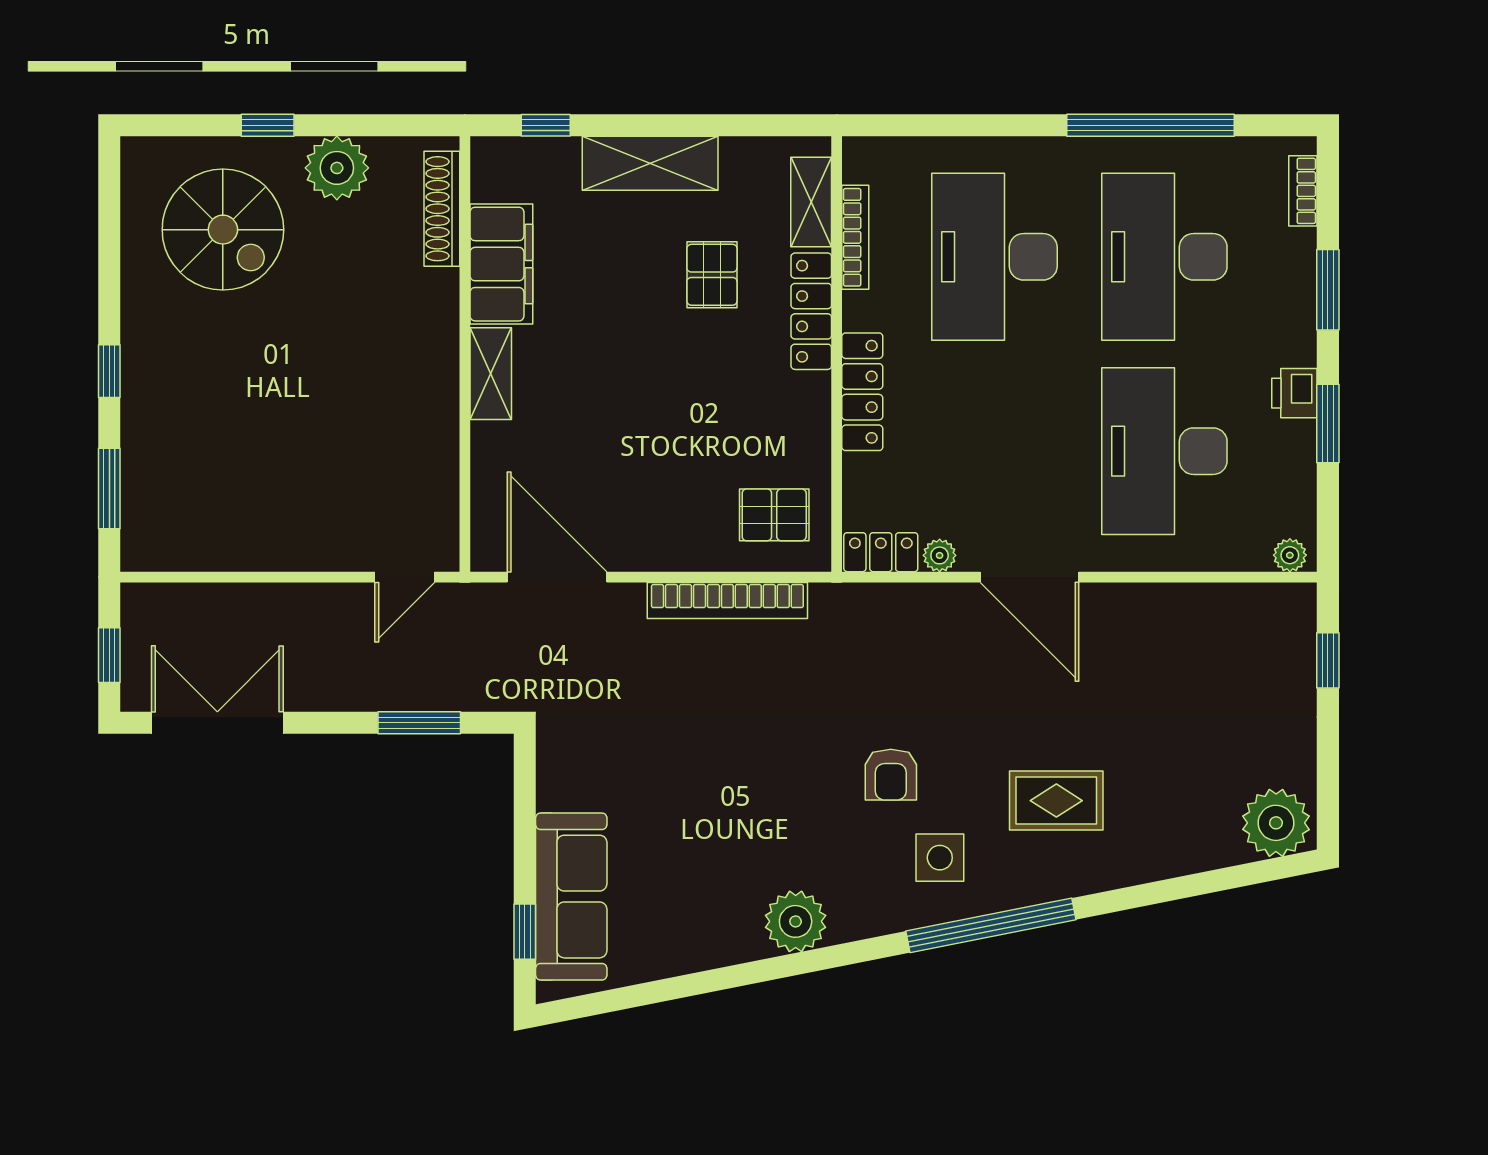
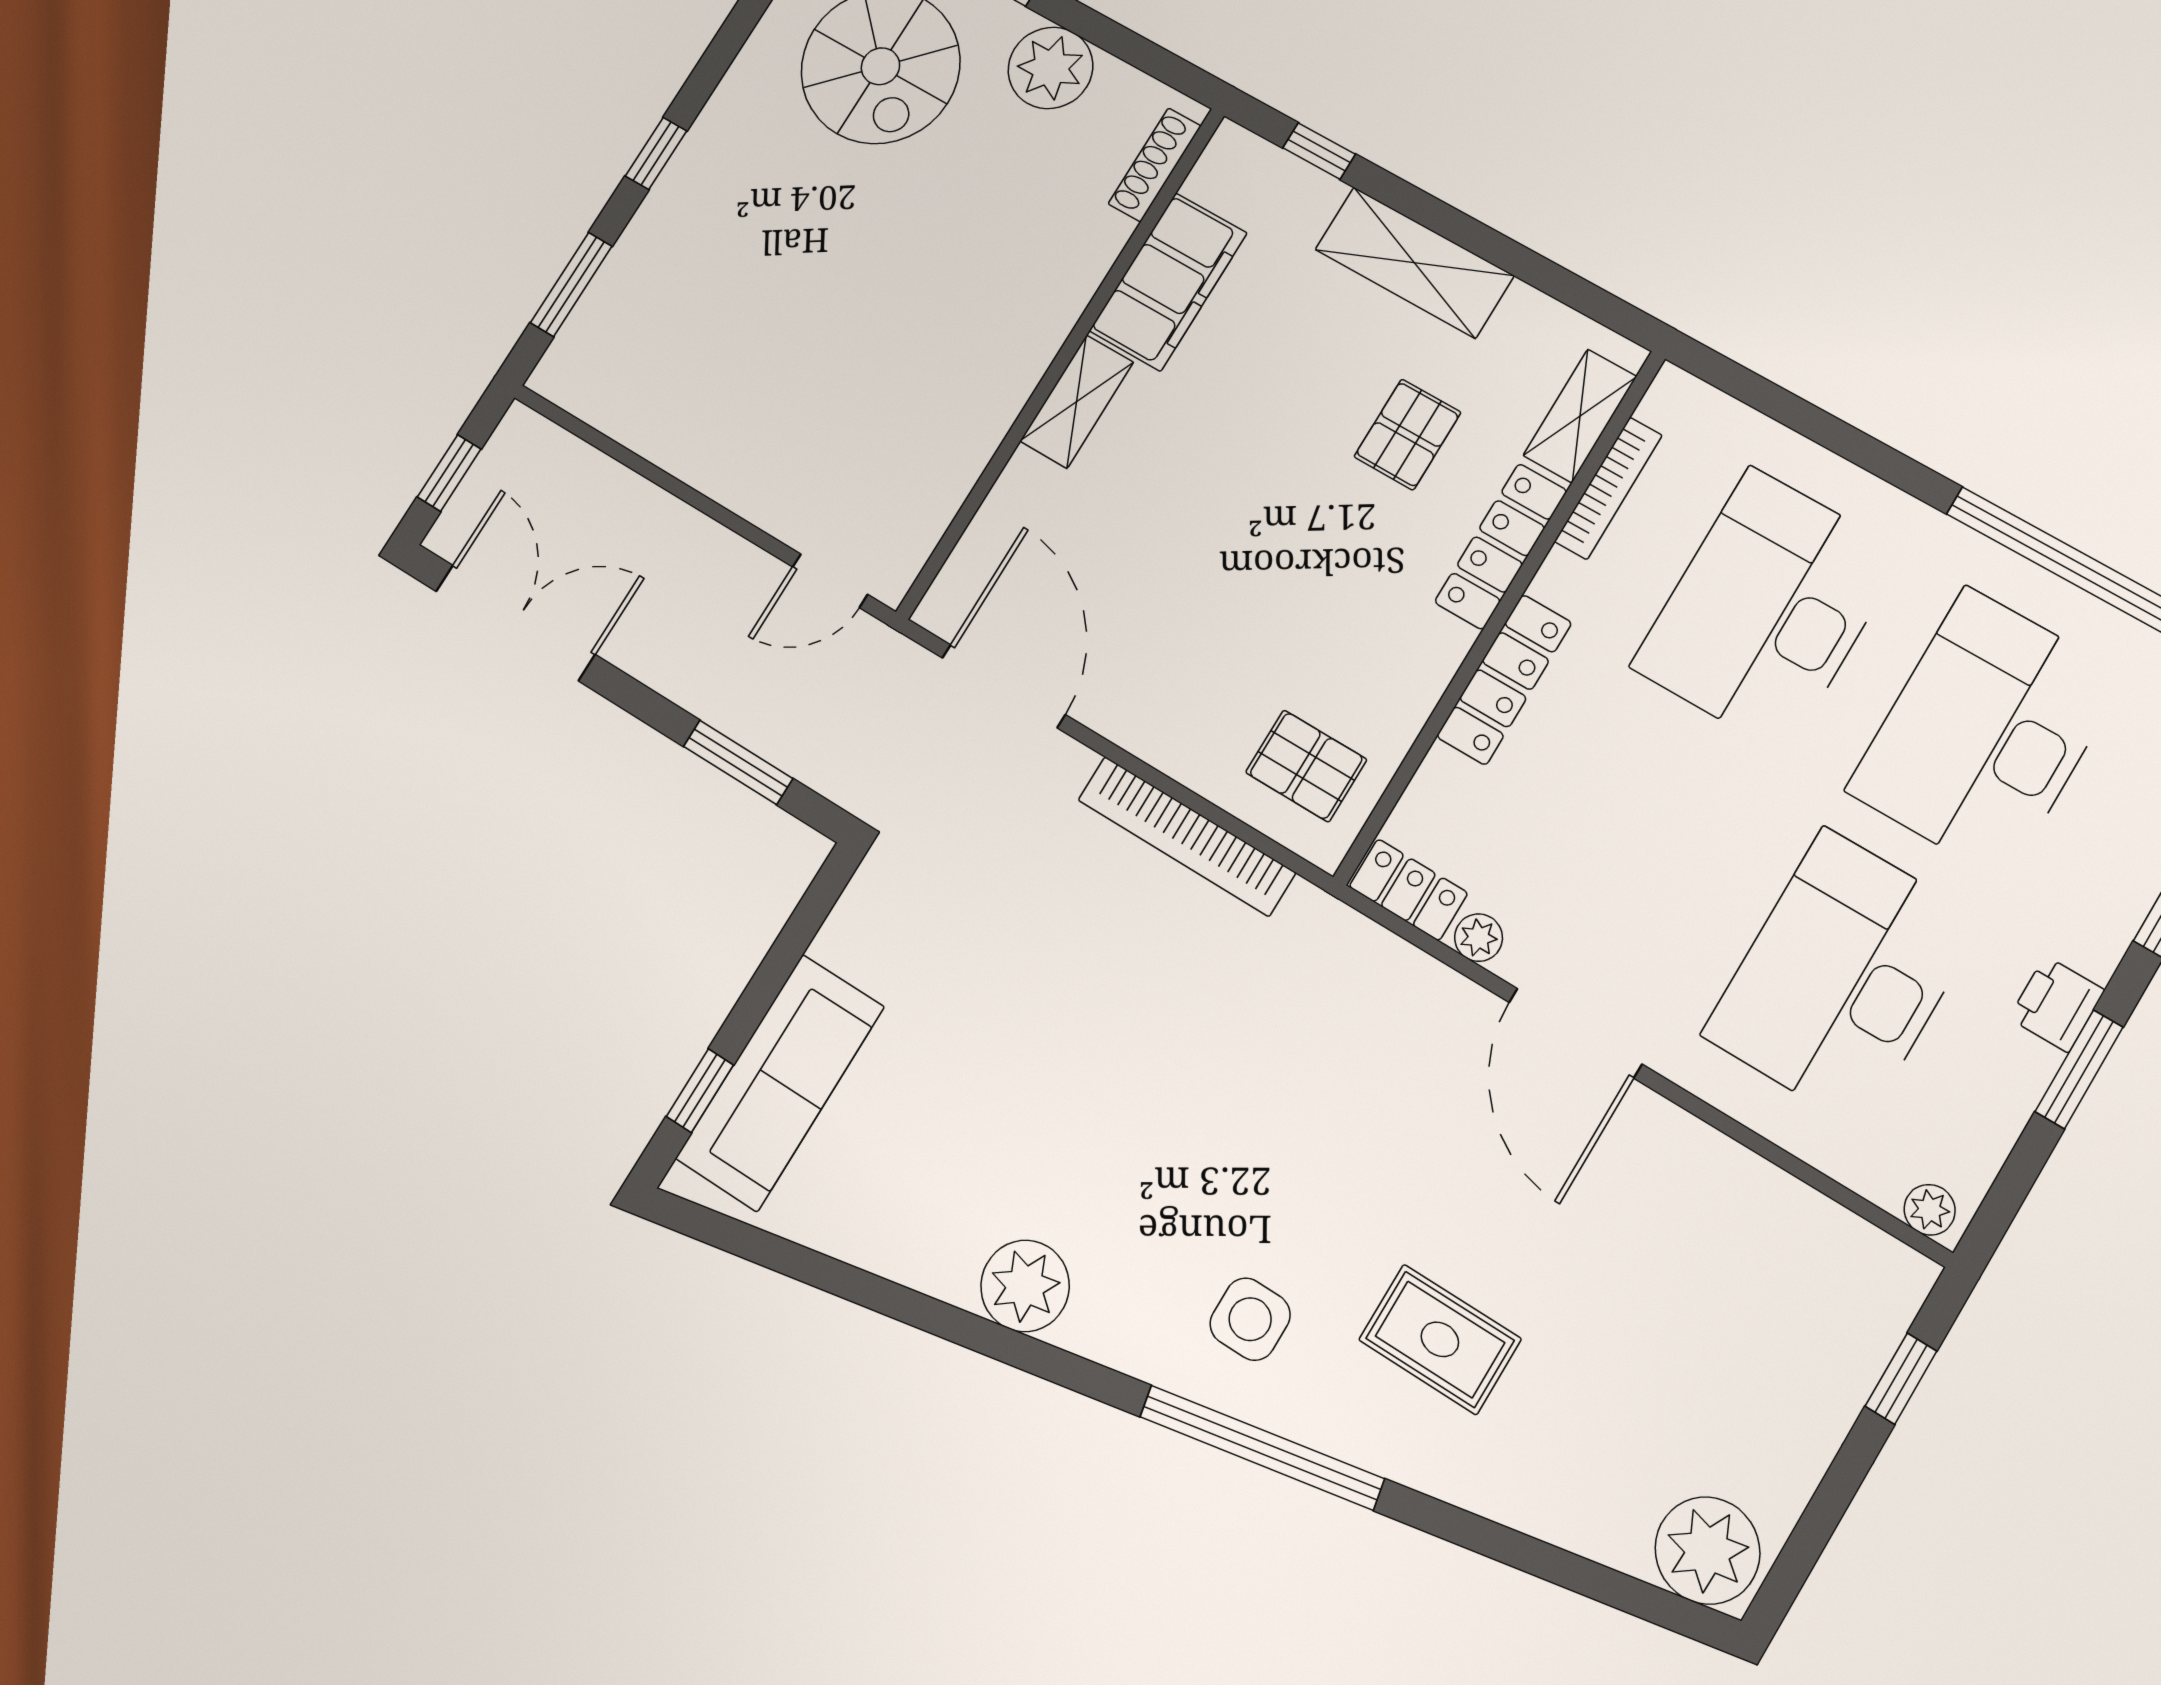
shoe rack: (442, 209) -> (1155, 165), width x0.74, depth x0.81
armchair: (891, 775) -> (1253, 1175), removed

